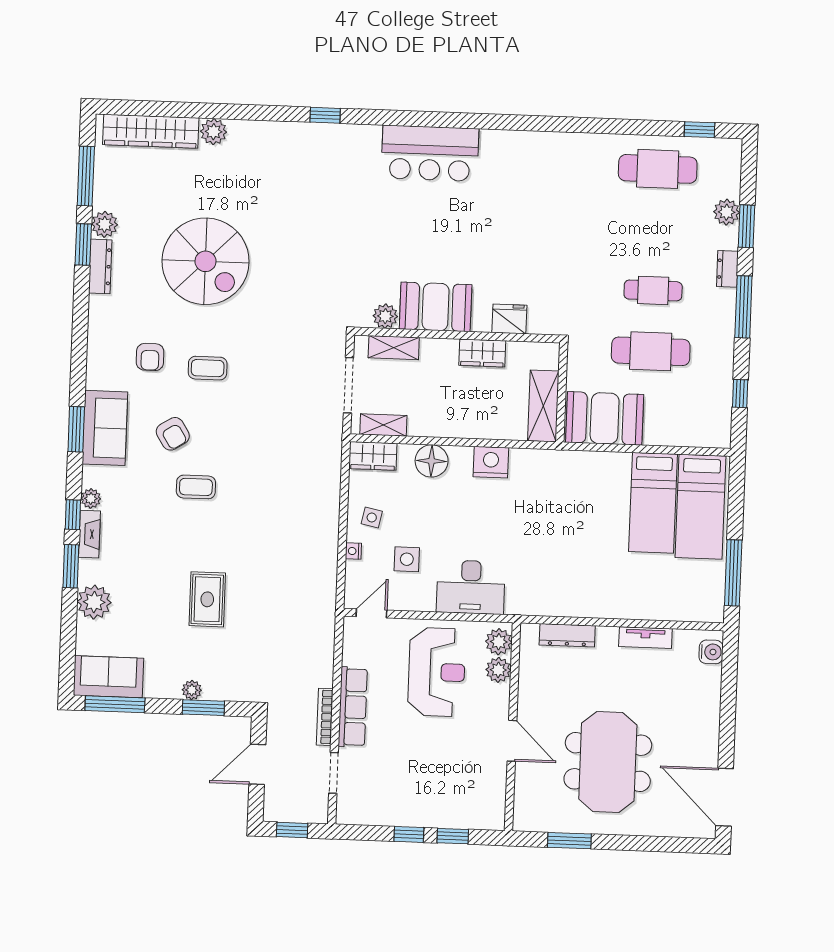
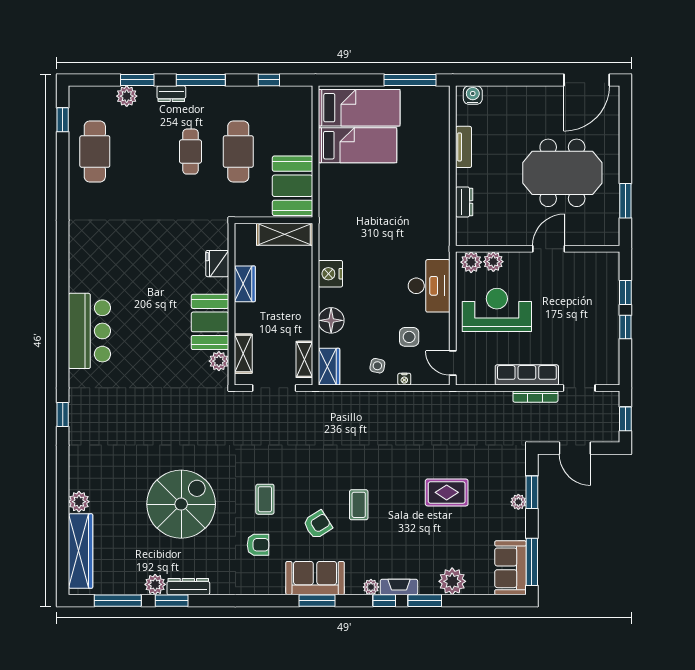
dresser: (567, 635) -> (464, 202), width x0.70

